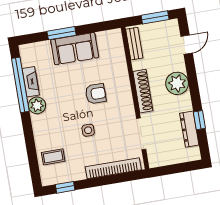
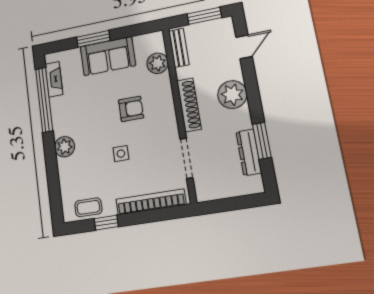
plant: (117, 56) -> (158, 63), added
fireplace: (31, 82) -> (54, 79), moved
plant: (37, 105) -> (65, 147), moved
window: (199, 120) -> (262, 141), width x1.50
coffee table: (53, 157) -> (88, 207), moved
window: (65, 187) -> (106, 223), moved

